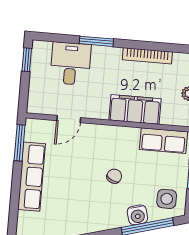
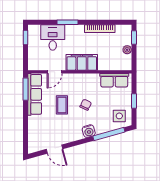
filing cabinet: (135, 109) -> (82, 62), moved
coffee table: (76, 173) -> (62, 105), added
row of seats: (32, 177) -> (35, 94), moved
water cooler: (137, 215) -> (89, 131), moved

